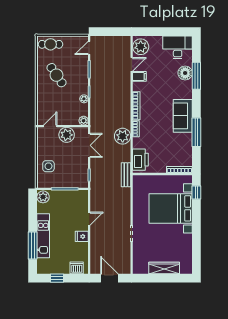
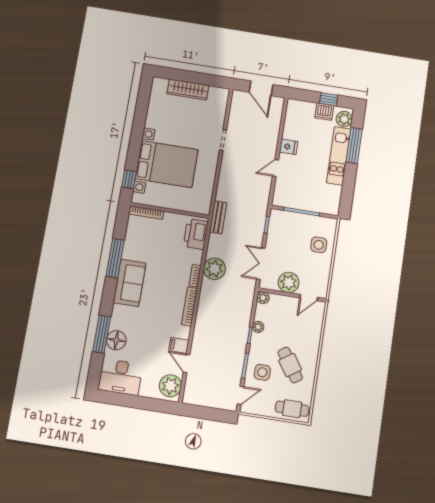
door: (132, 64) -> (187, 364), hinge flipped
side table: (76, 67) -> (262, 372), added
plant: (43, 197) -> (344, 119), moved
dishwasher: (77, 268) -> (324, 112), moved

